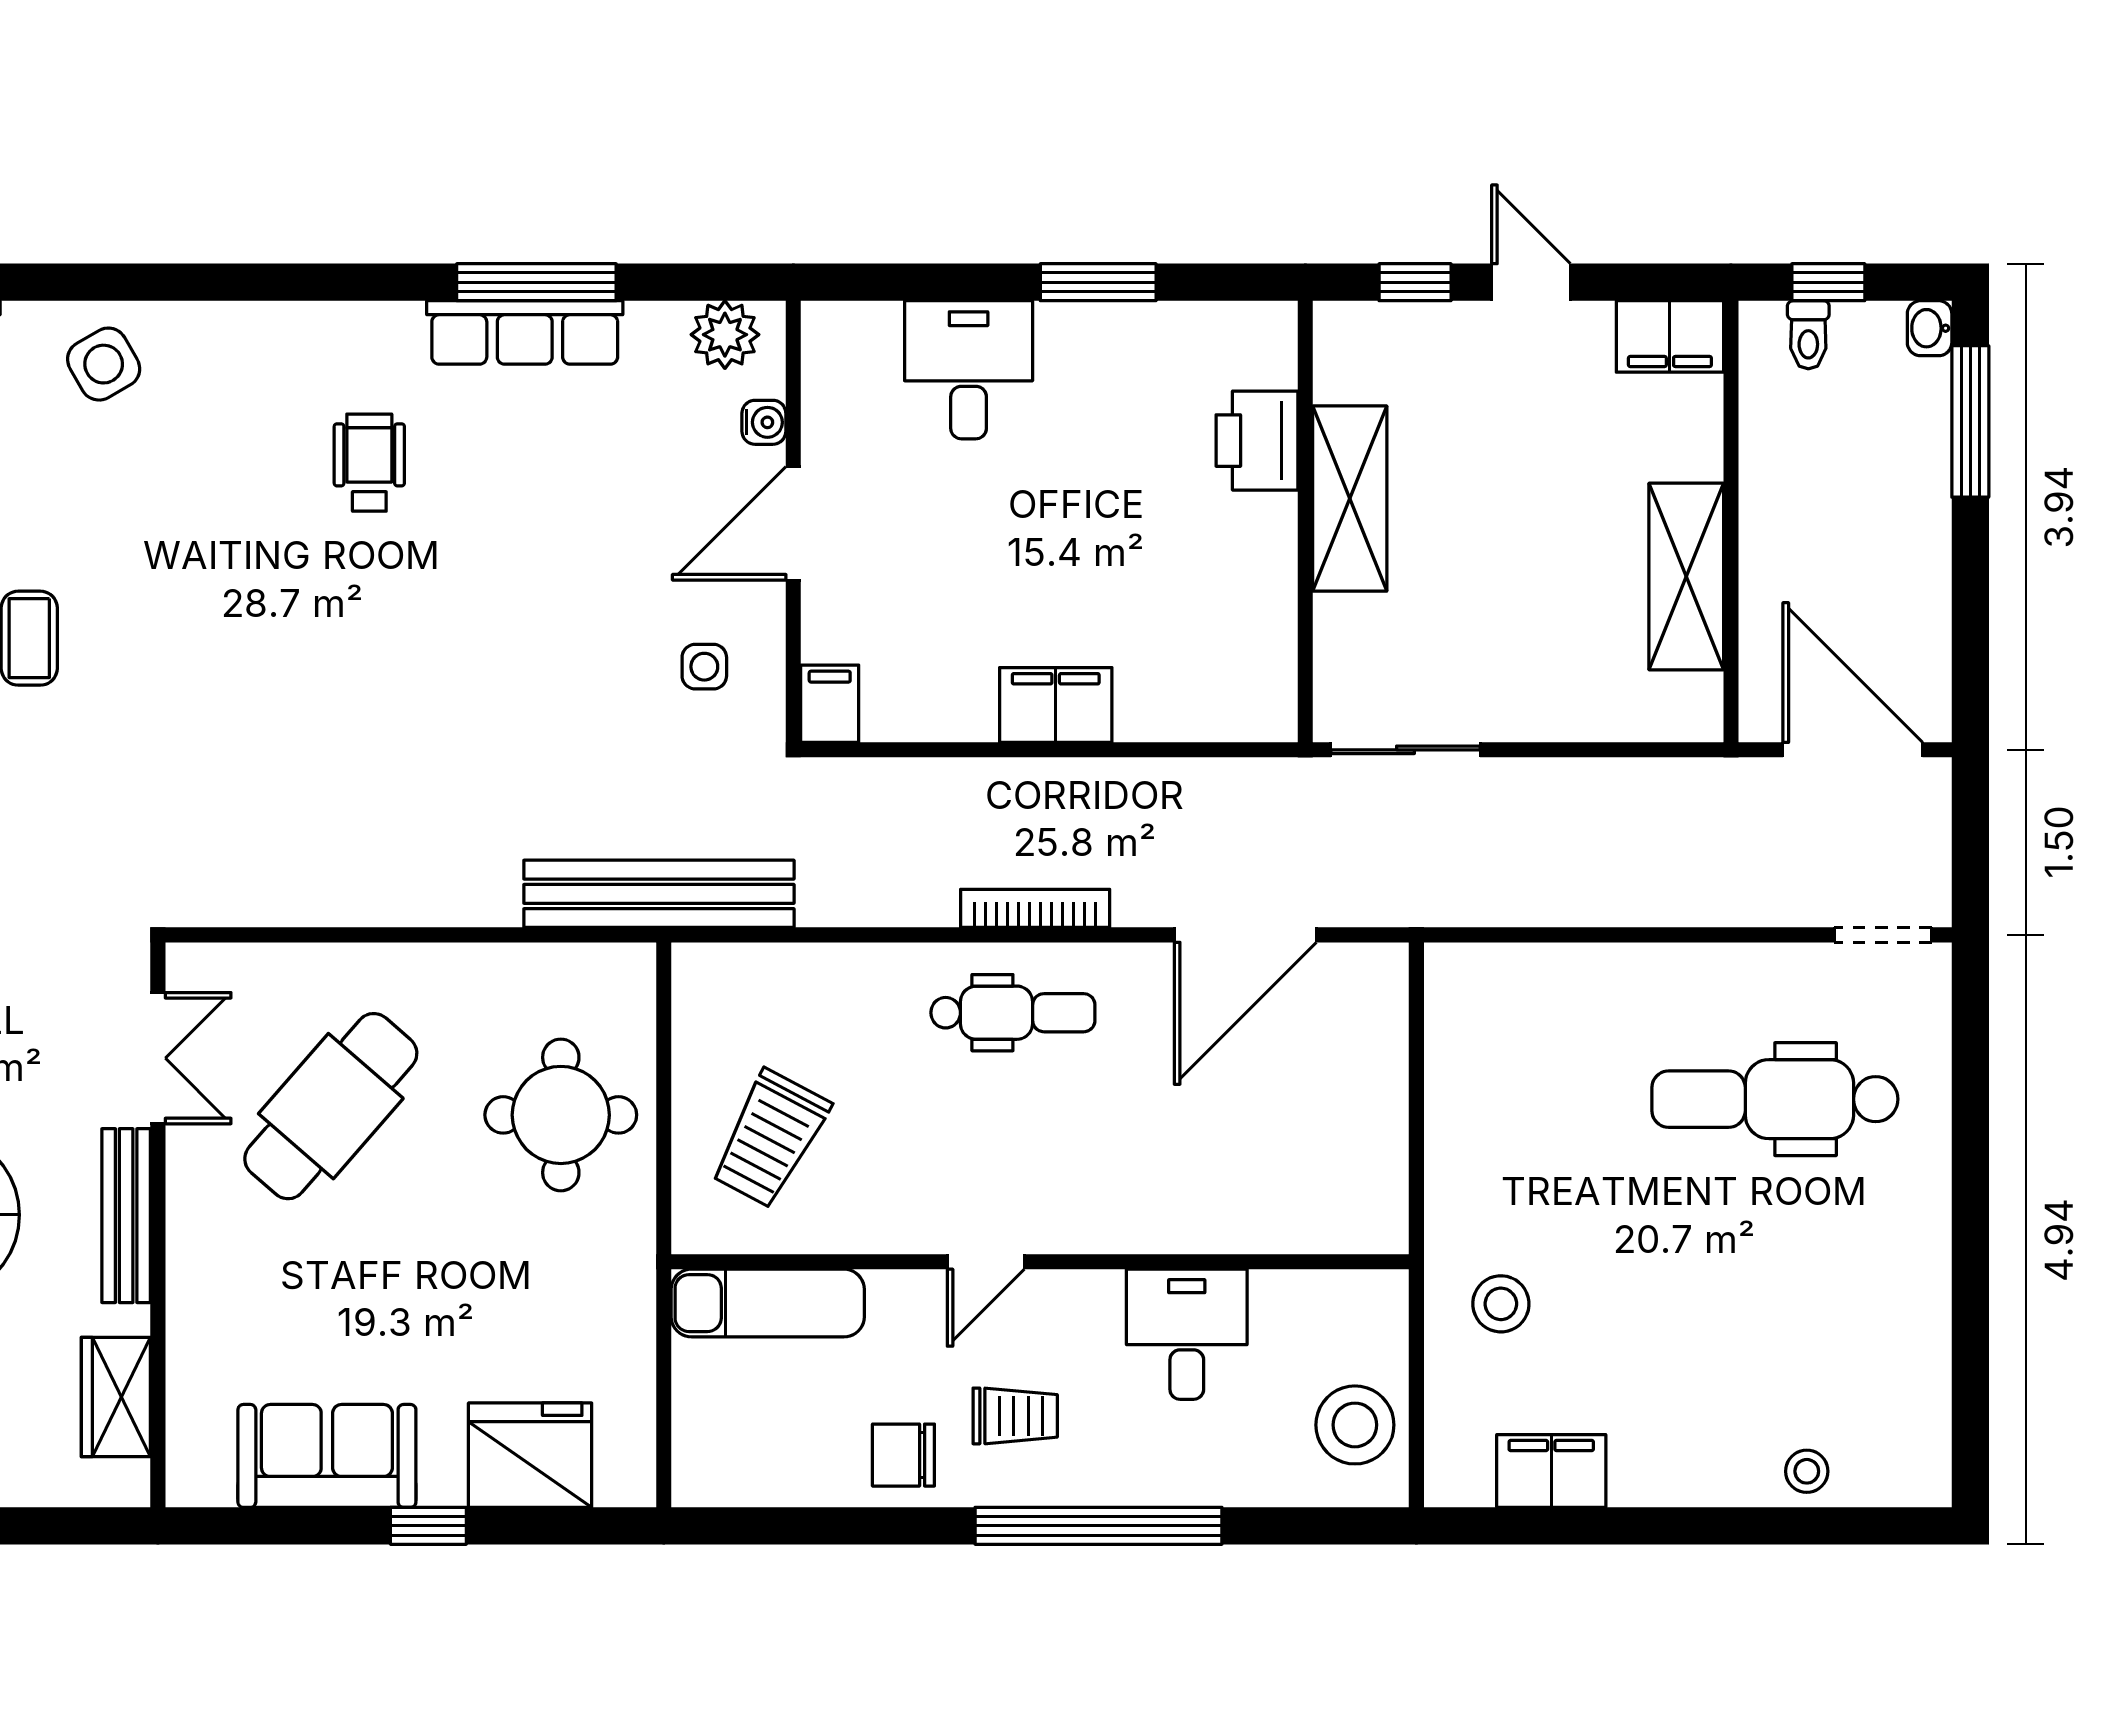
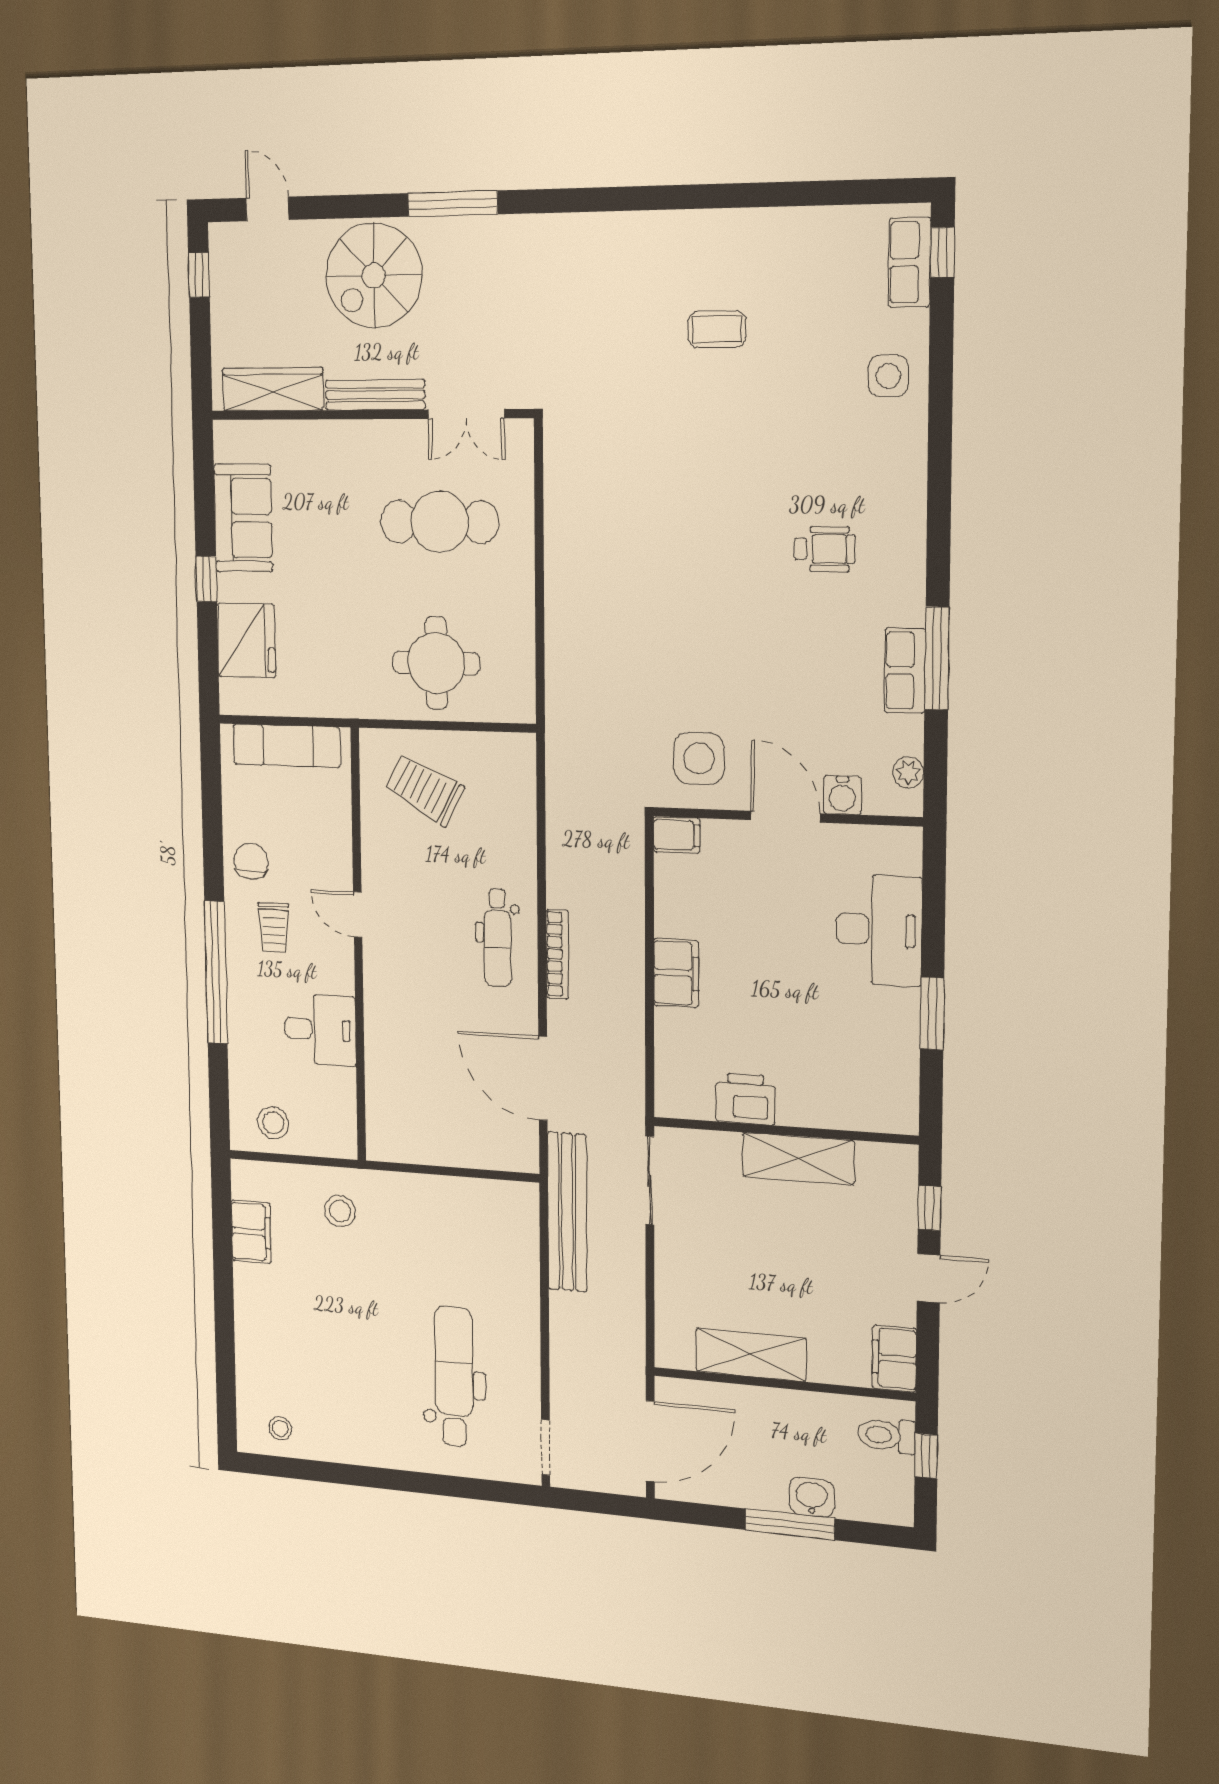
washbasin: (1930, 328) -> (812, 1497), moved, width x1.38, depth x1.45
row of seats: (525, 332) -> (905, 671), width x0.68
plant: (725, 335) -> (908, 772), width x0.73, depth x0.73
toilet: (1808, 335) -> (887, 1435), width x1.37, depth x1.39
side table: (104, 364) -> (888, 376), turned 30
desk: (969, 370) -> (879, 930), width x1.37
window: (1970, 421) -> (790, 1524), moved
water cooler: (764, 422) -> (842, 795), width x1.38, depth x1.38
printer: (1257, 441) -> (745, 1099), moved
side table: (704, 667) -> (699, 758), width x1.87, depth x1.87
bench: (659, 894) -> (567, 1212), moved
cafe table: (331, 1106) -> (440, 522), turned -41
exam couch: (768, 1303) -> (287, 746), moved, turned -90
wardrobe: (116, 1397) -> (273, 389), width x1.50
stool: (1355, 1425) -> (273, 1123), width x0.73, depth x0.73
stool: (1807, 1471) -> (280, 1428), moved

